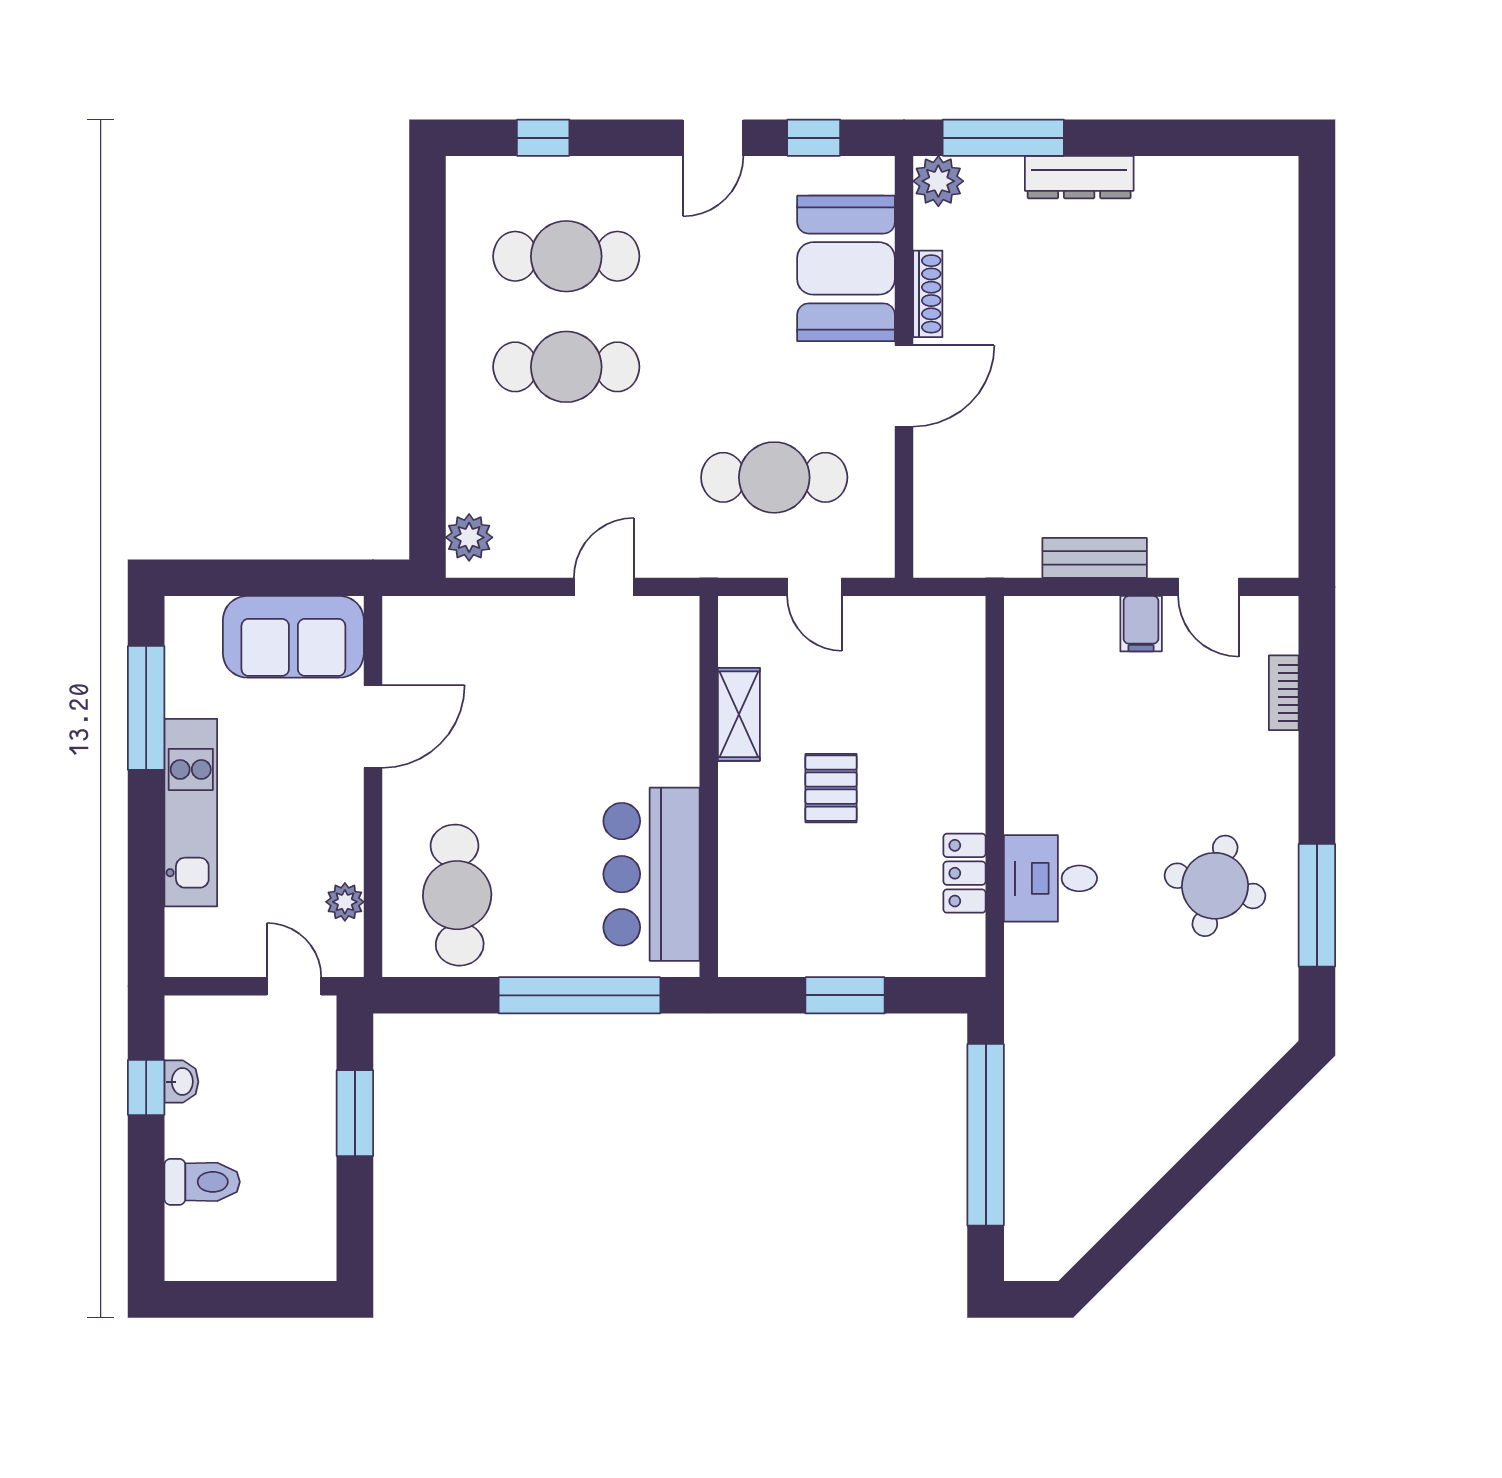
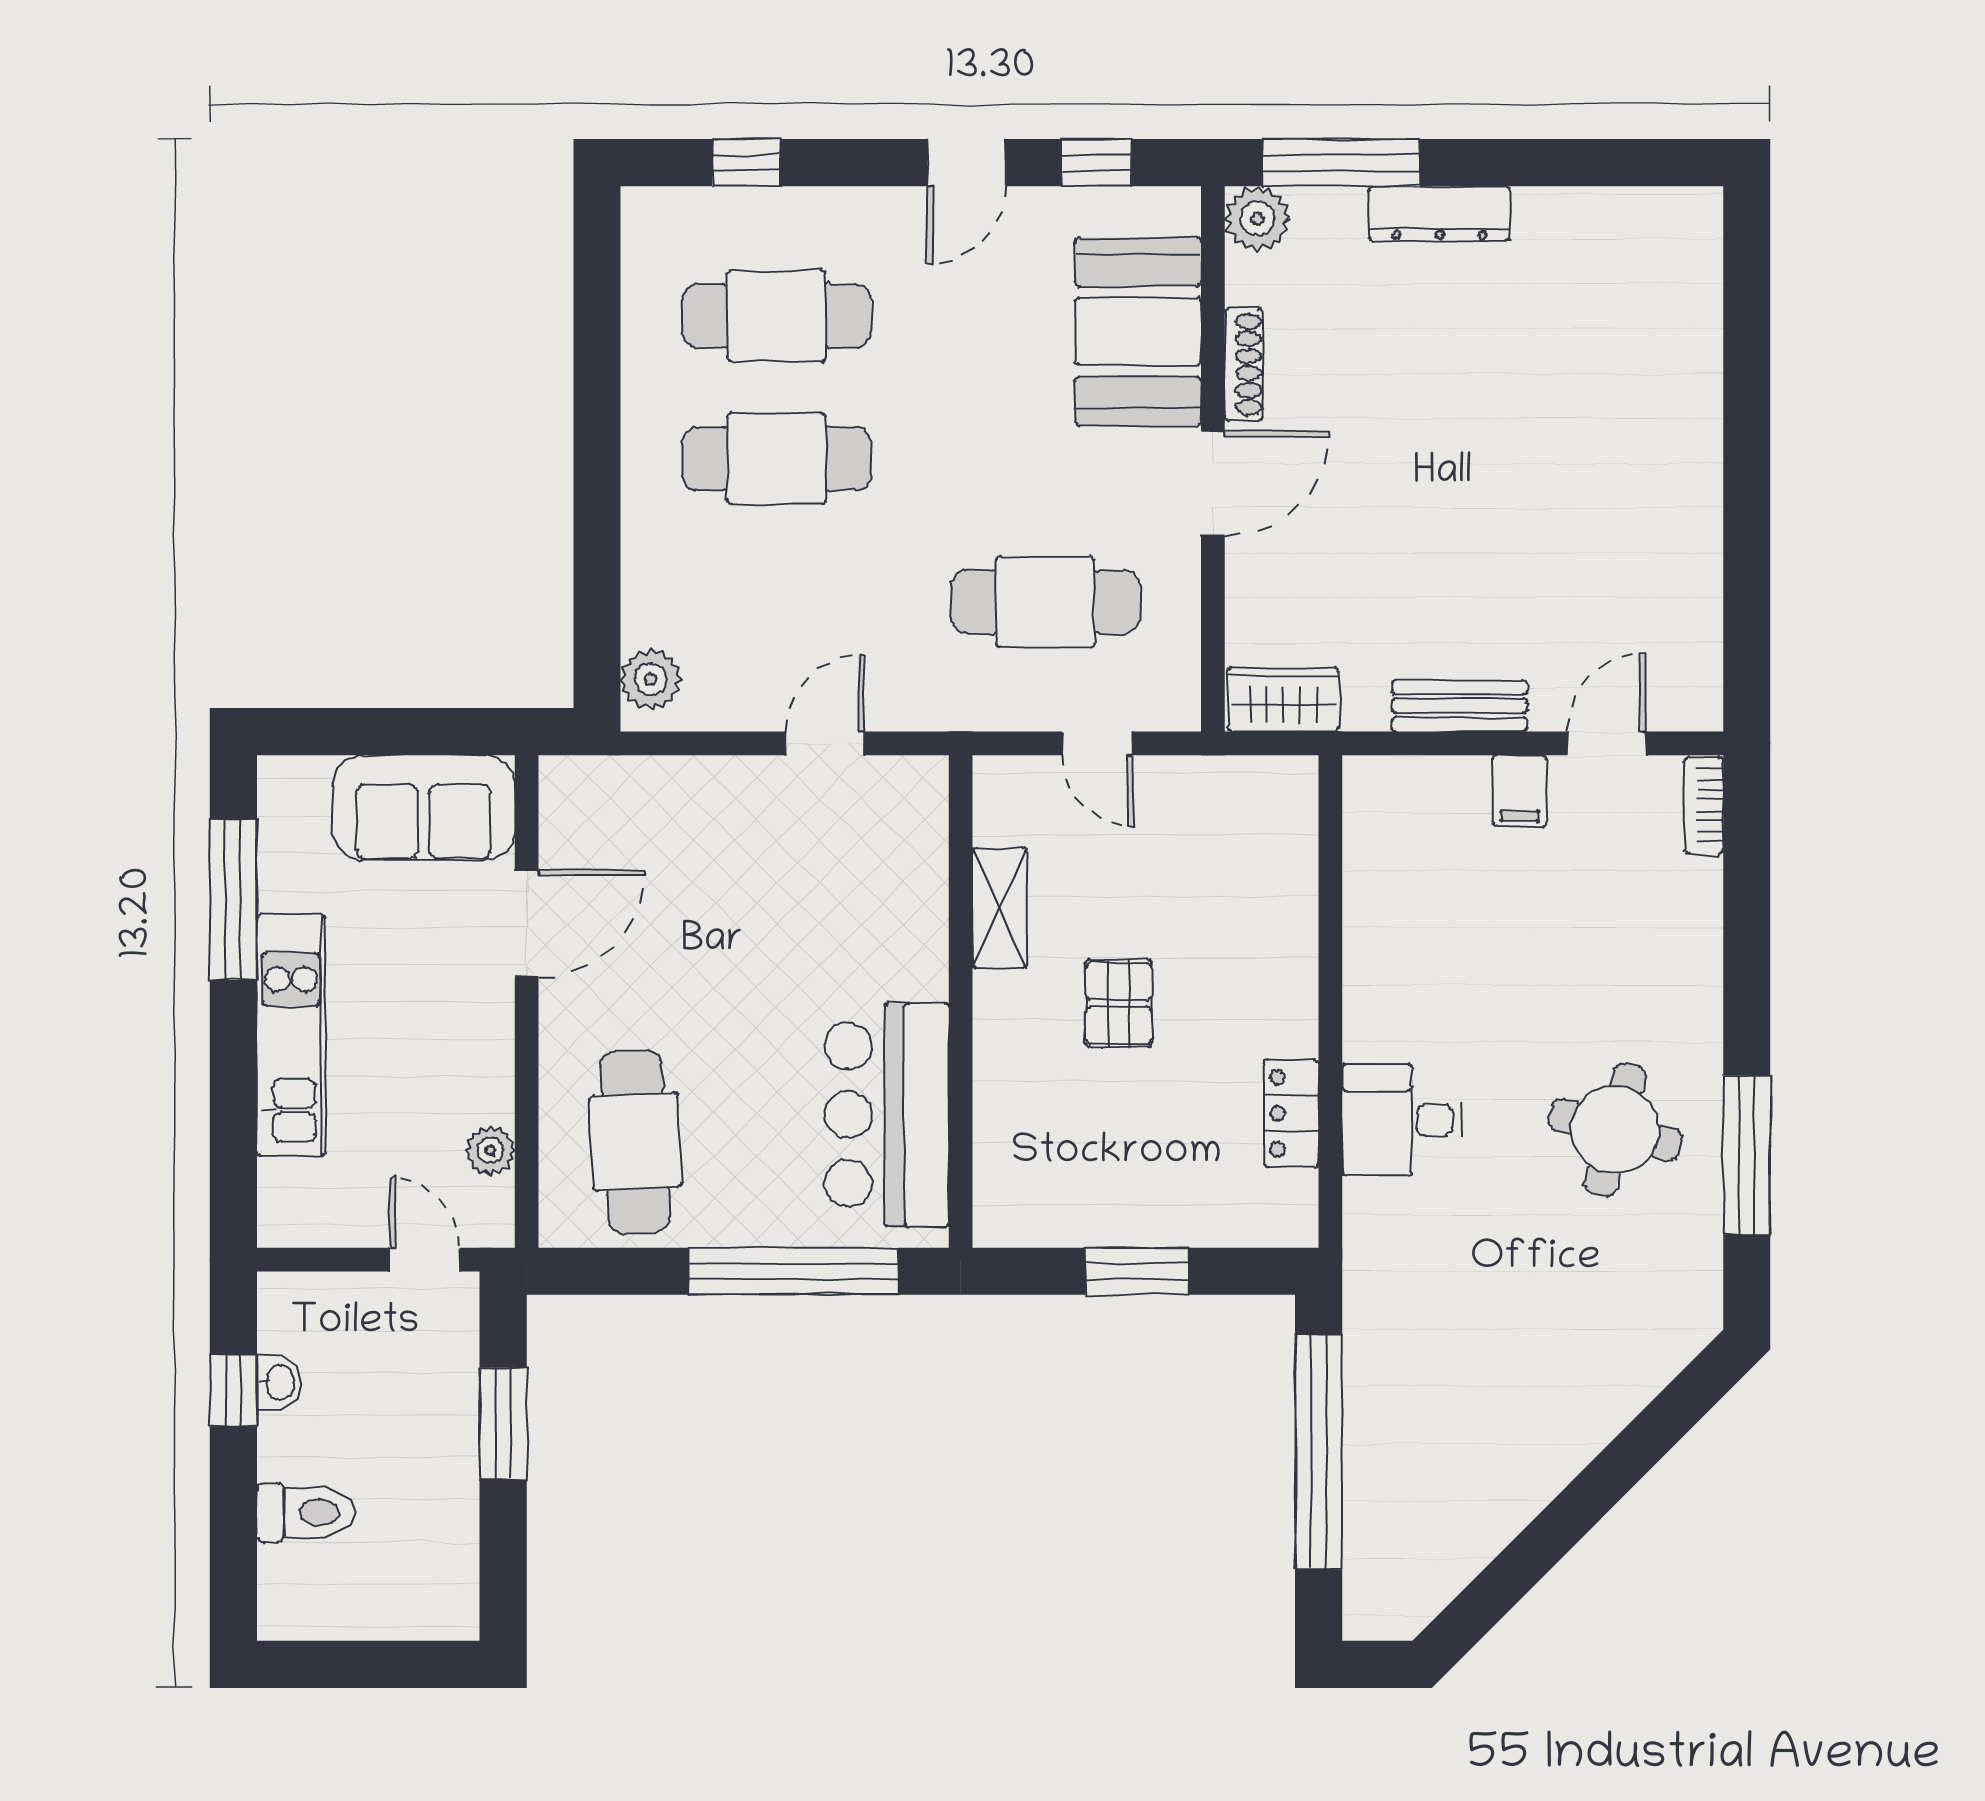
wardrobe: (958, 553) -> (1283, 700), added
door: (1208, 587) -> (1607, 743), swing flipped
bookcase: (1284, 693) -> (1704, 805), moved

